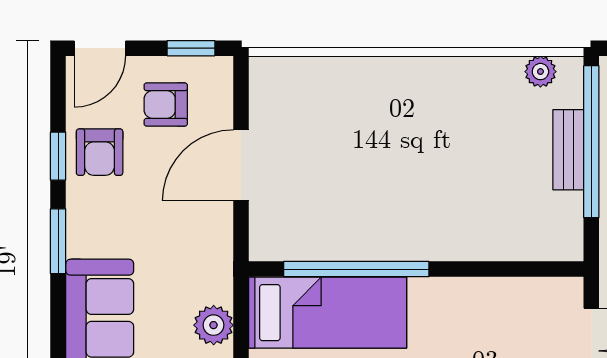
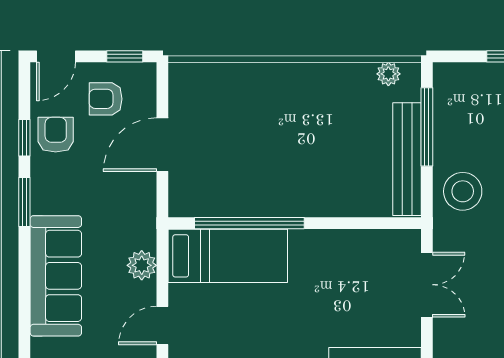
window: (591, 142) -> (427, 127), width x0.68
bench: (568, 150) -> (407, 159), width x1.86, depth x1.21
armchair: (100, 152) -> (56, 135), turned 180

